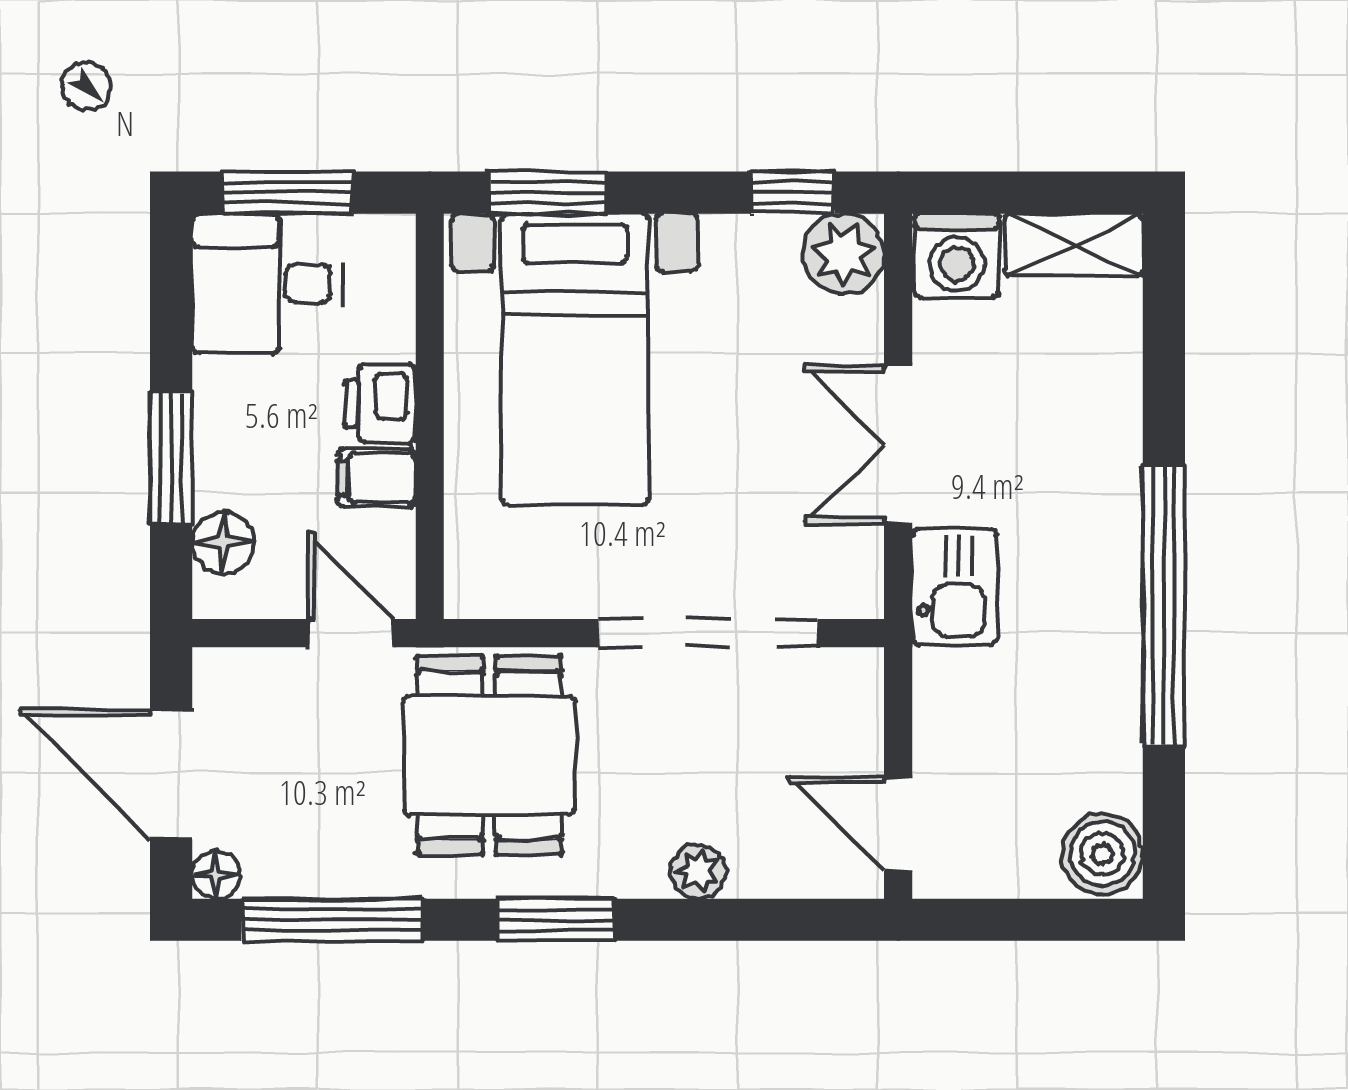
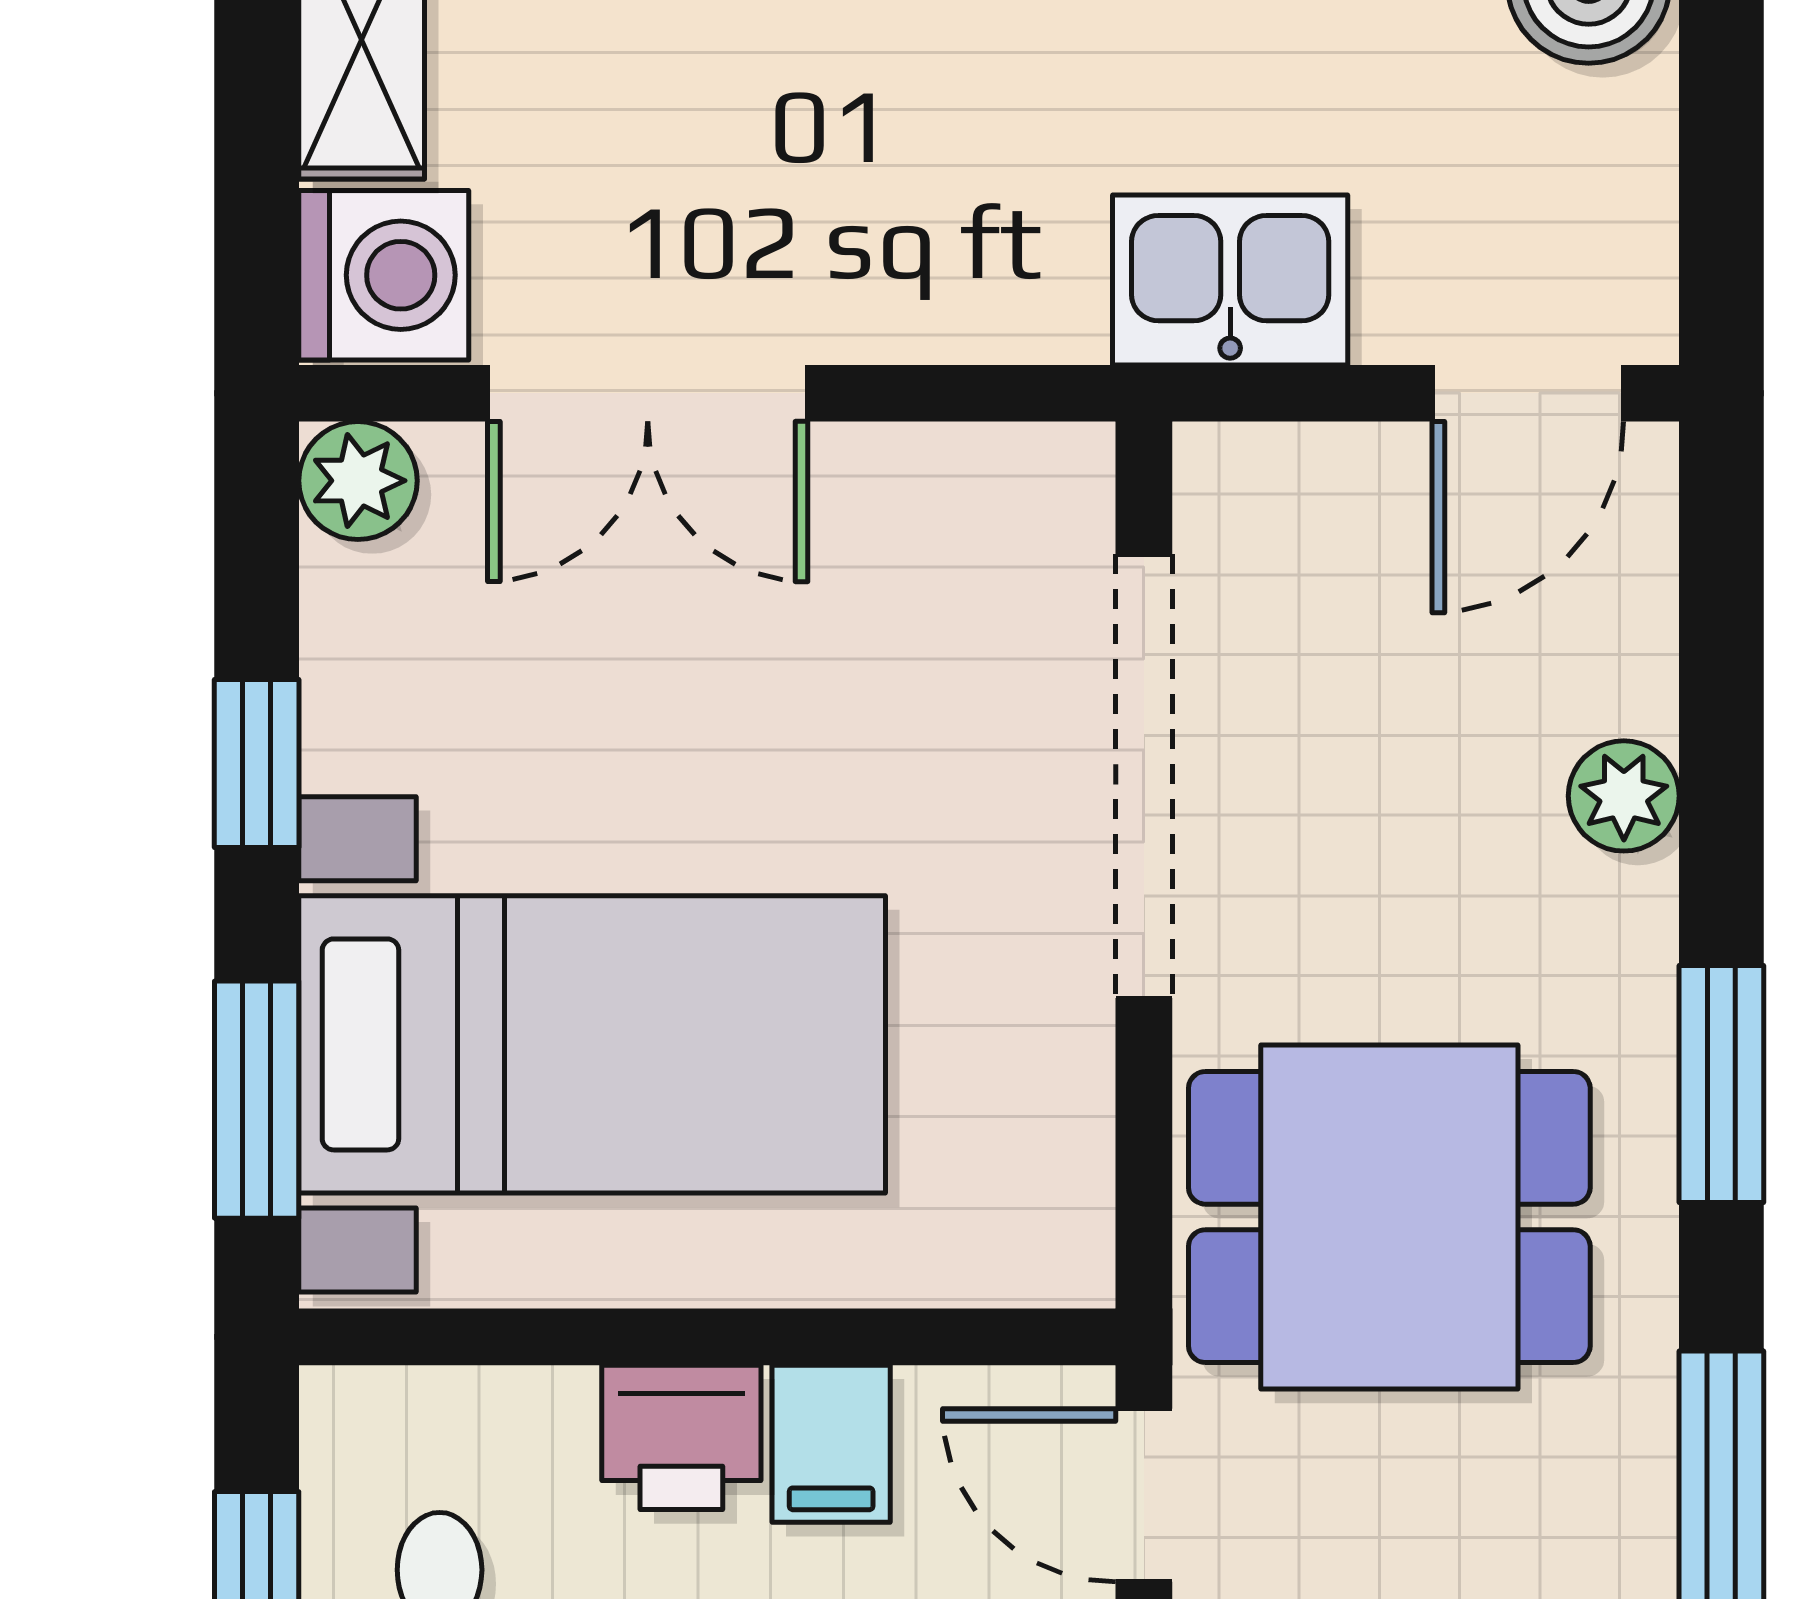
window: (793, 193) -> (257, 763), moved
plant: (844, 254) -> (358, 481), width x0.73, depth x0.73
double door: (898, 444) -> (648, 393), moved
kitchen sink: (954, 587) -> (1230, 280), moved
door: (351, 633) -> (1144, 1495), hinge flipped

